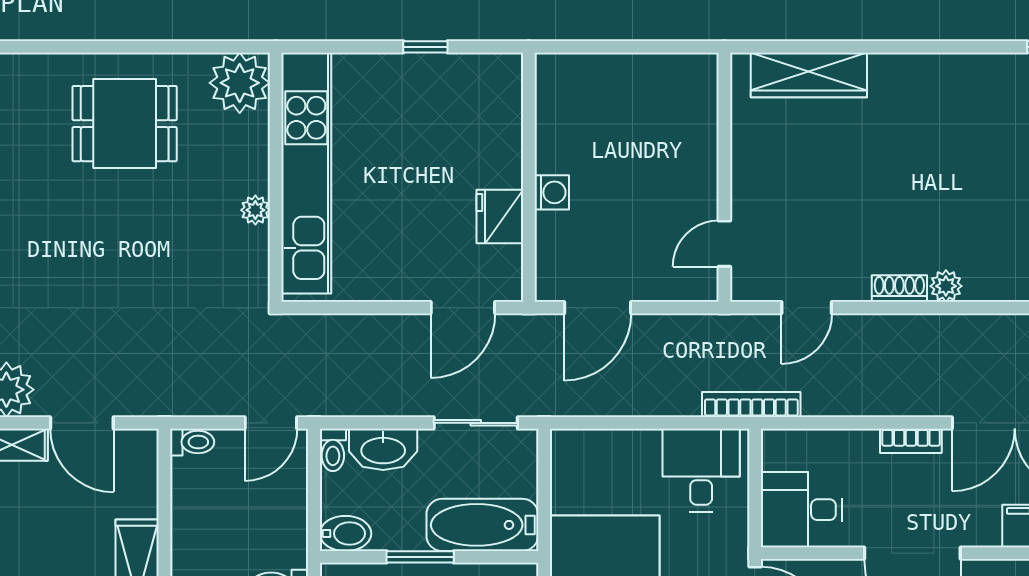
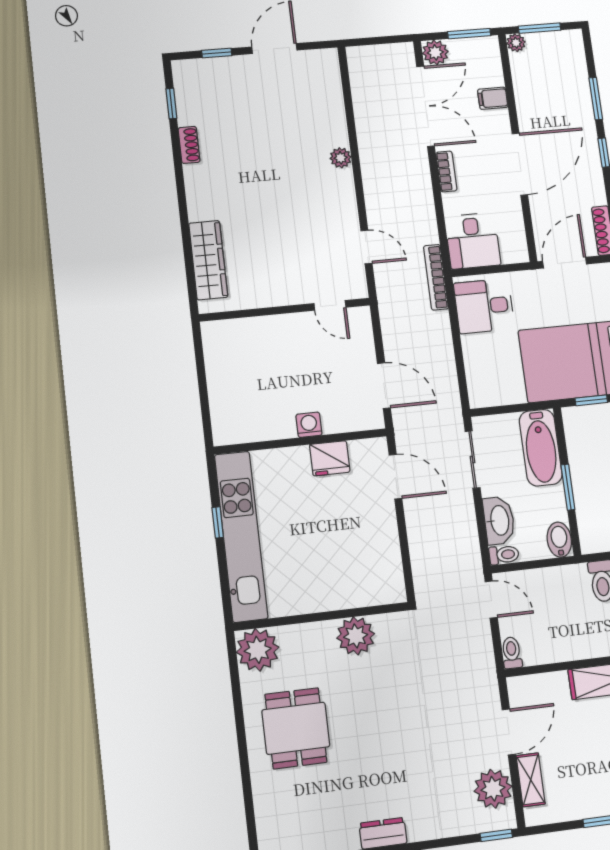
kitchen unit: (306, 173) -> (241, 536), moved, turned 90
plant: (255, 210) -> (356, 636), width x1.88, depth x1.88
shoe rack: (899, 289) -> (189, 145), moved, turned 180
desk: (801, 510) -> (473, 241), moved

